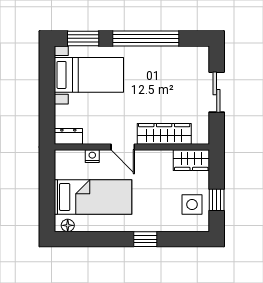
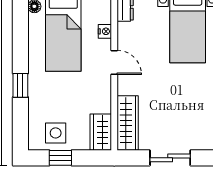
wardrobe: (164, 134) -> (128, 123), moved
door: (123, 147) -> (114, 62), swing flipped

